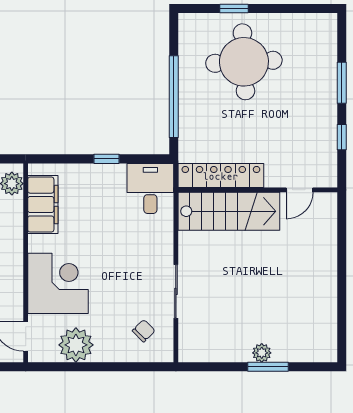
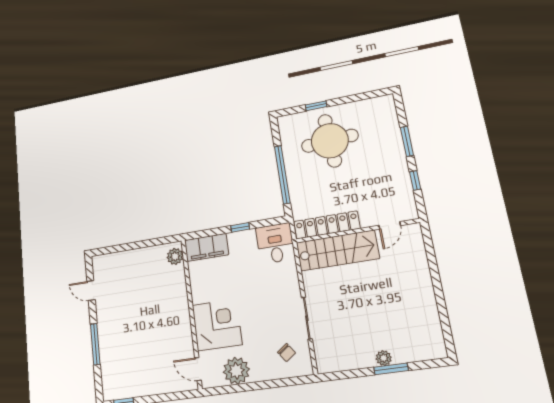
filing cabinet: (43, 205) -> (206, 247), moved, turned 90
chair: (144, 331) -> (287, 353), turned 99

